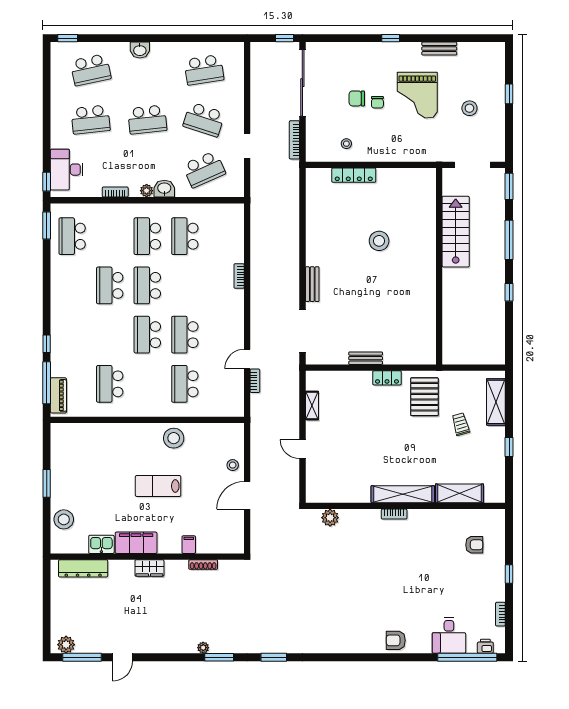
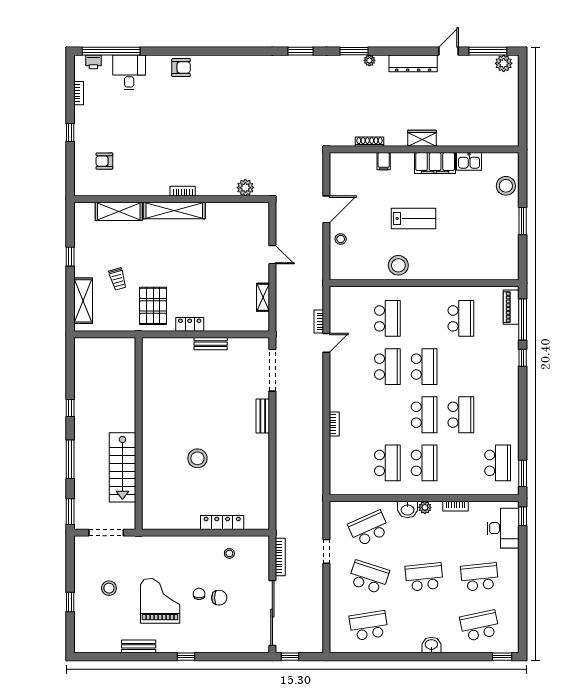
dresser: (83, 568) -> (413, 63), moved, turned 180

